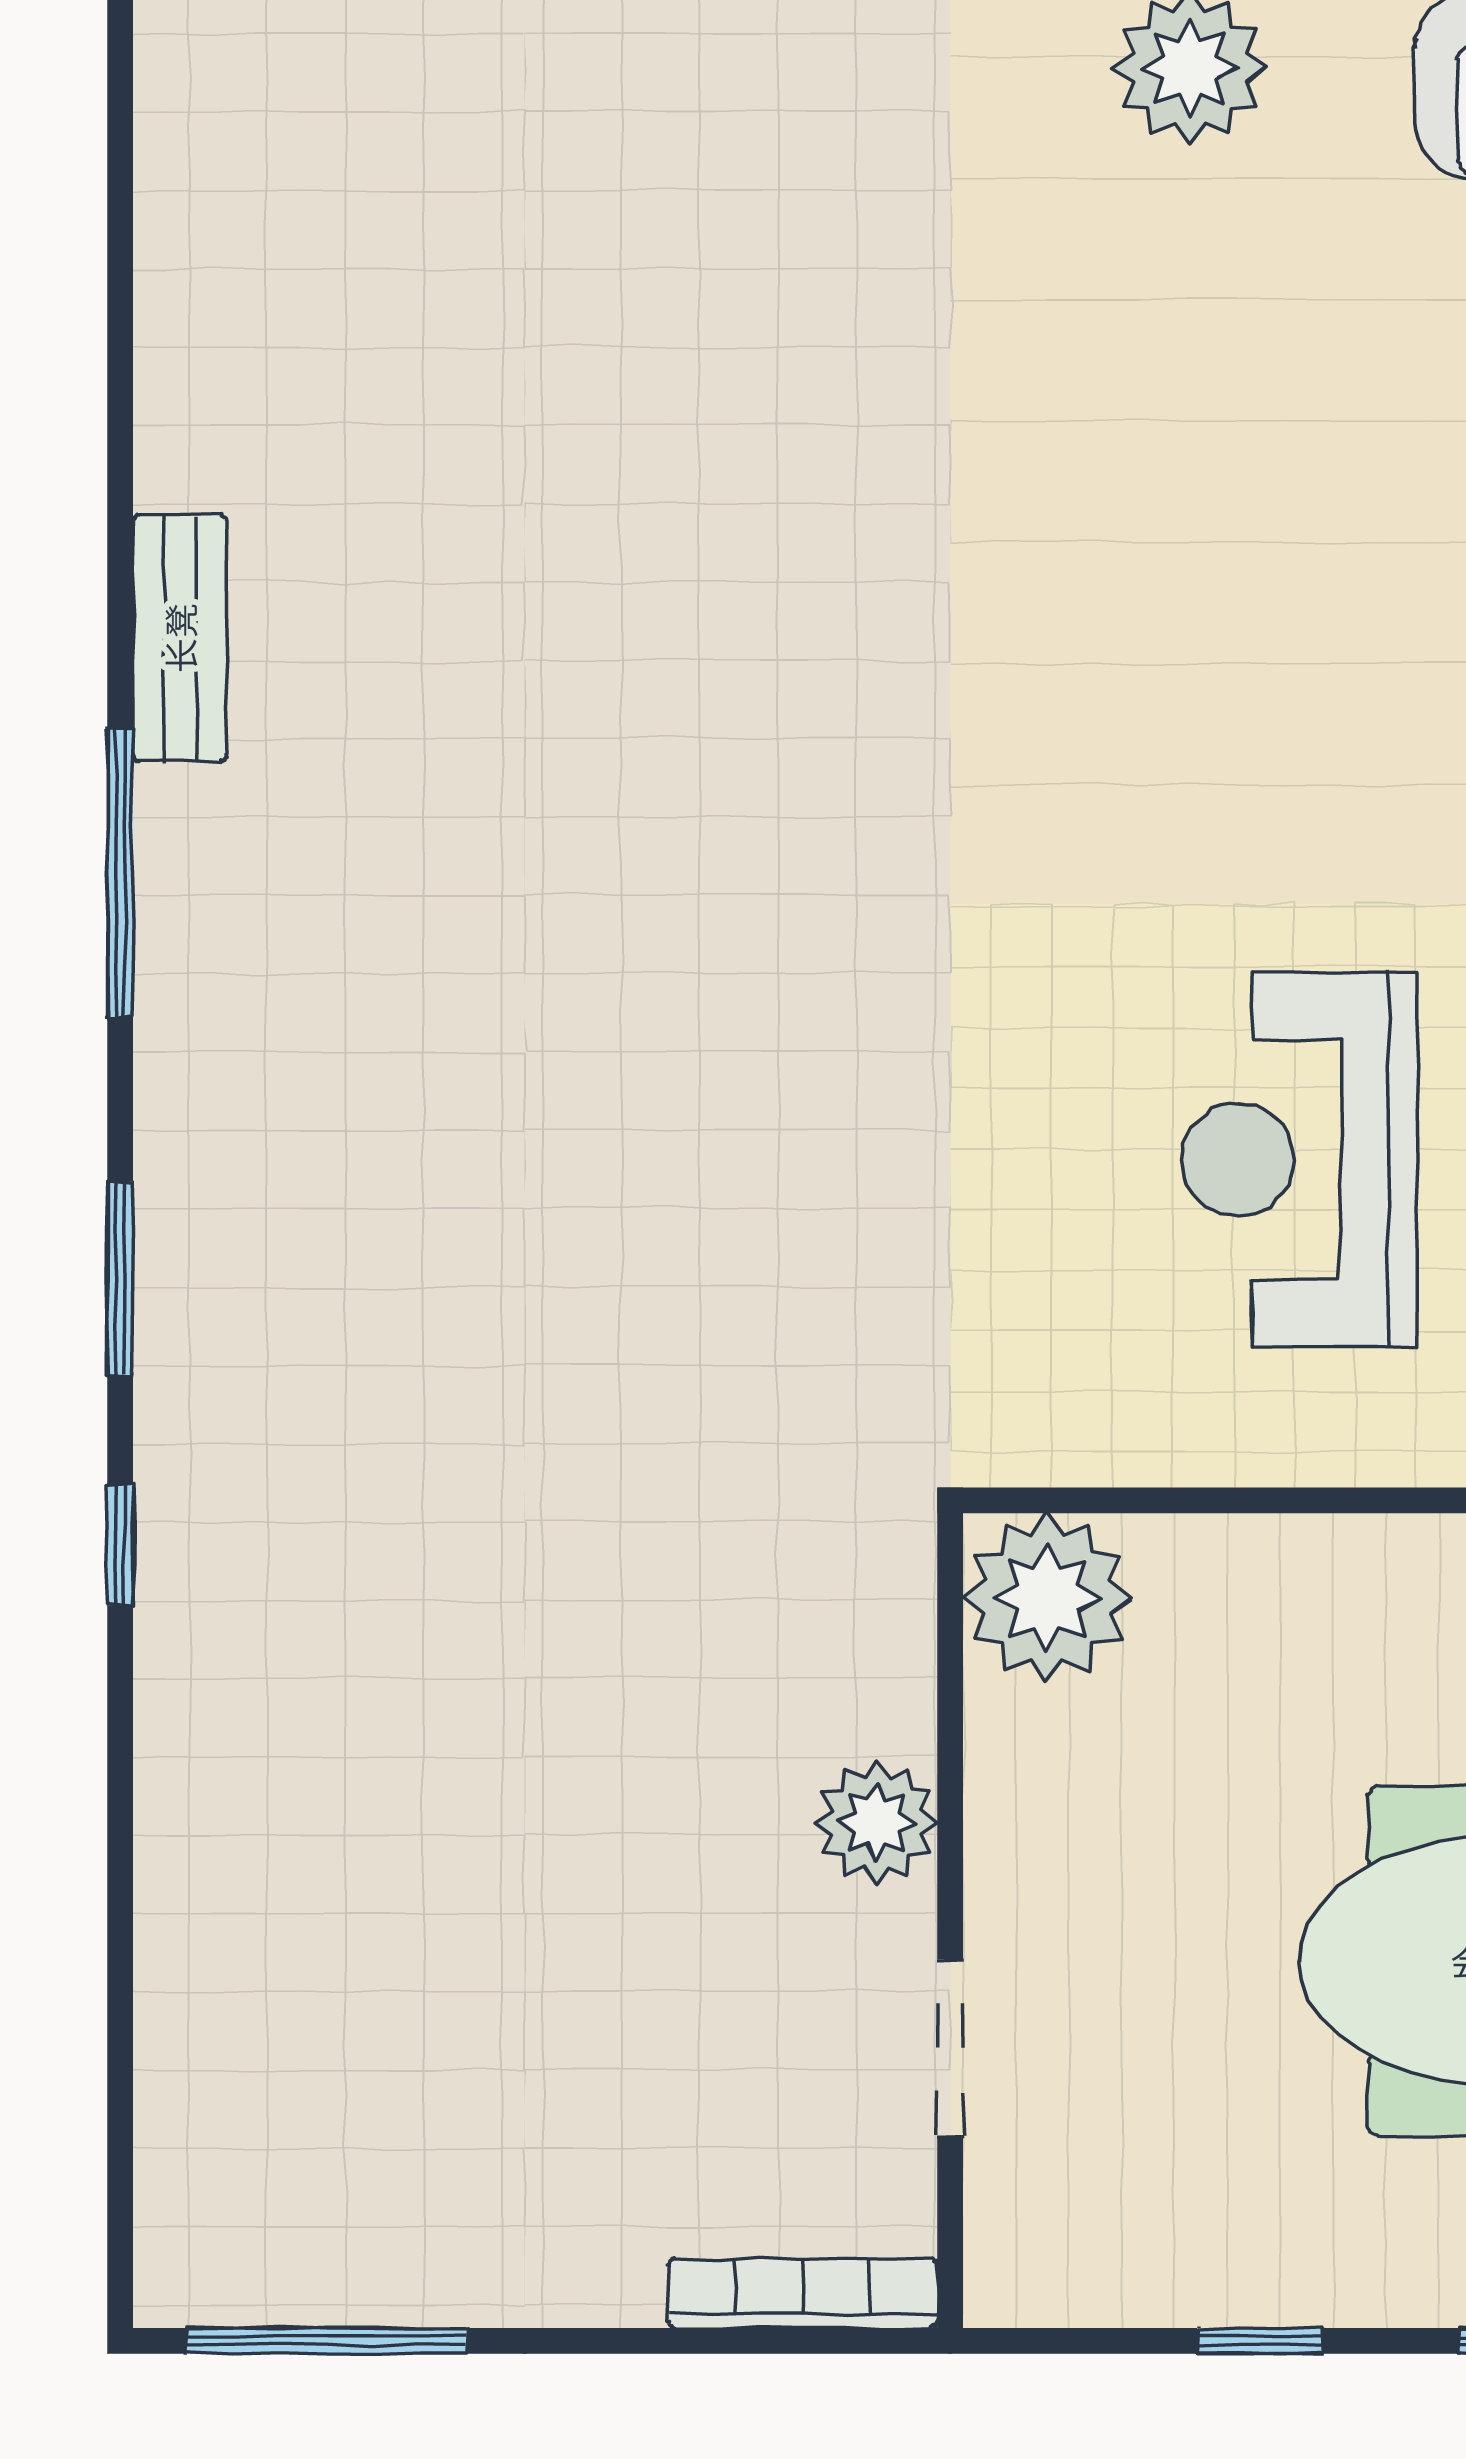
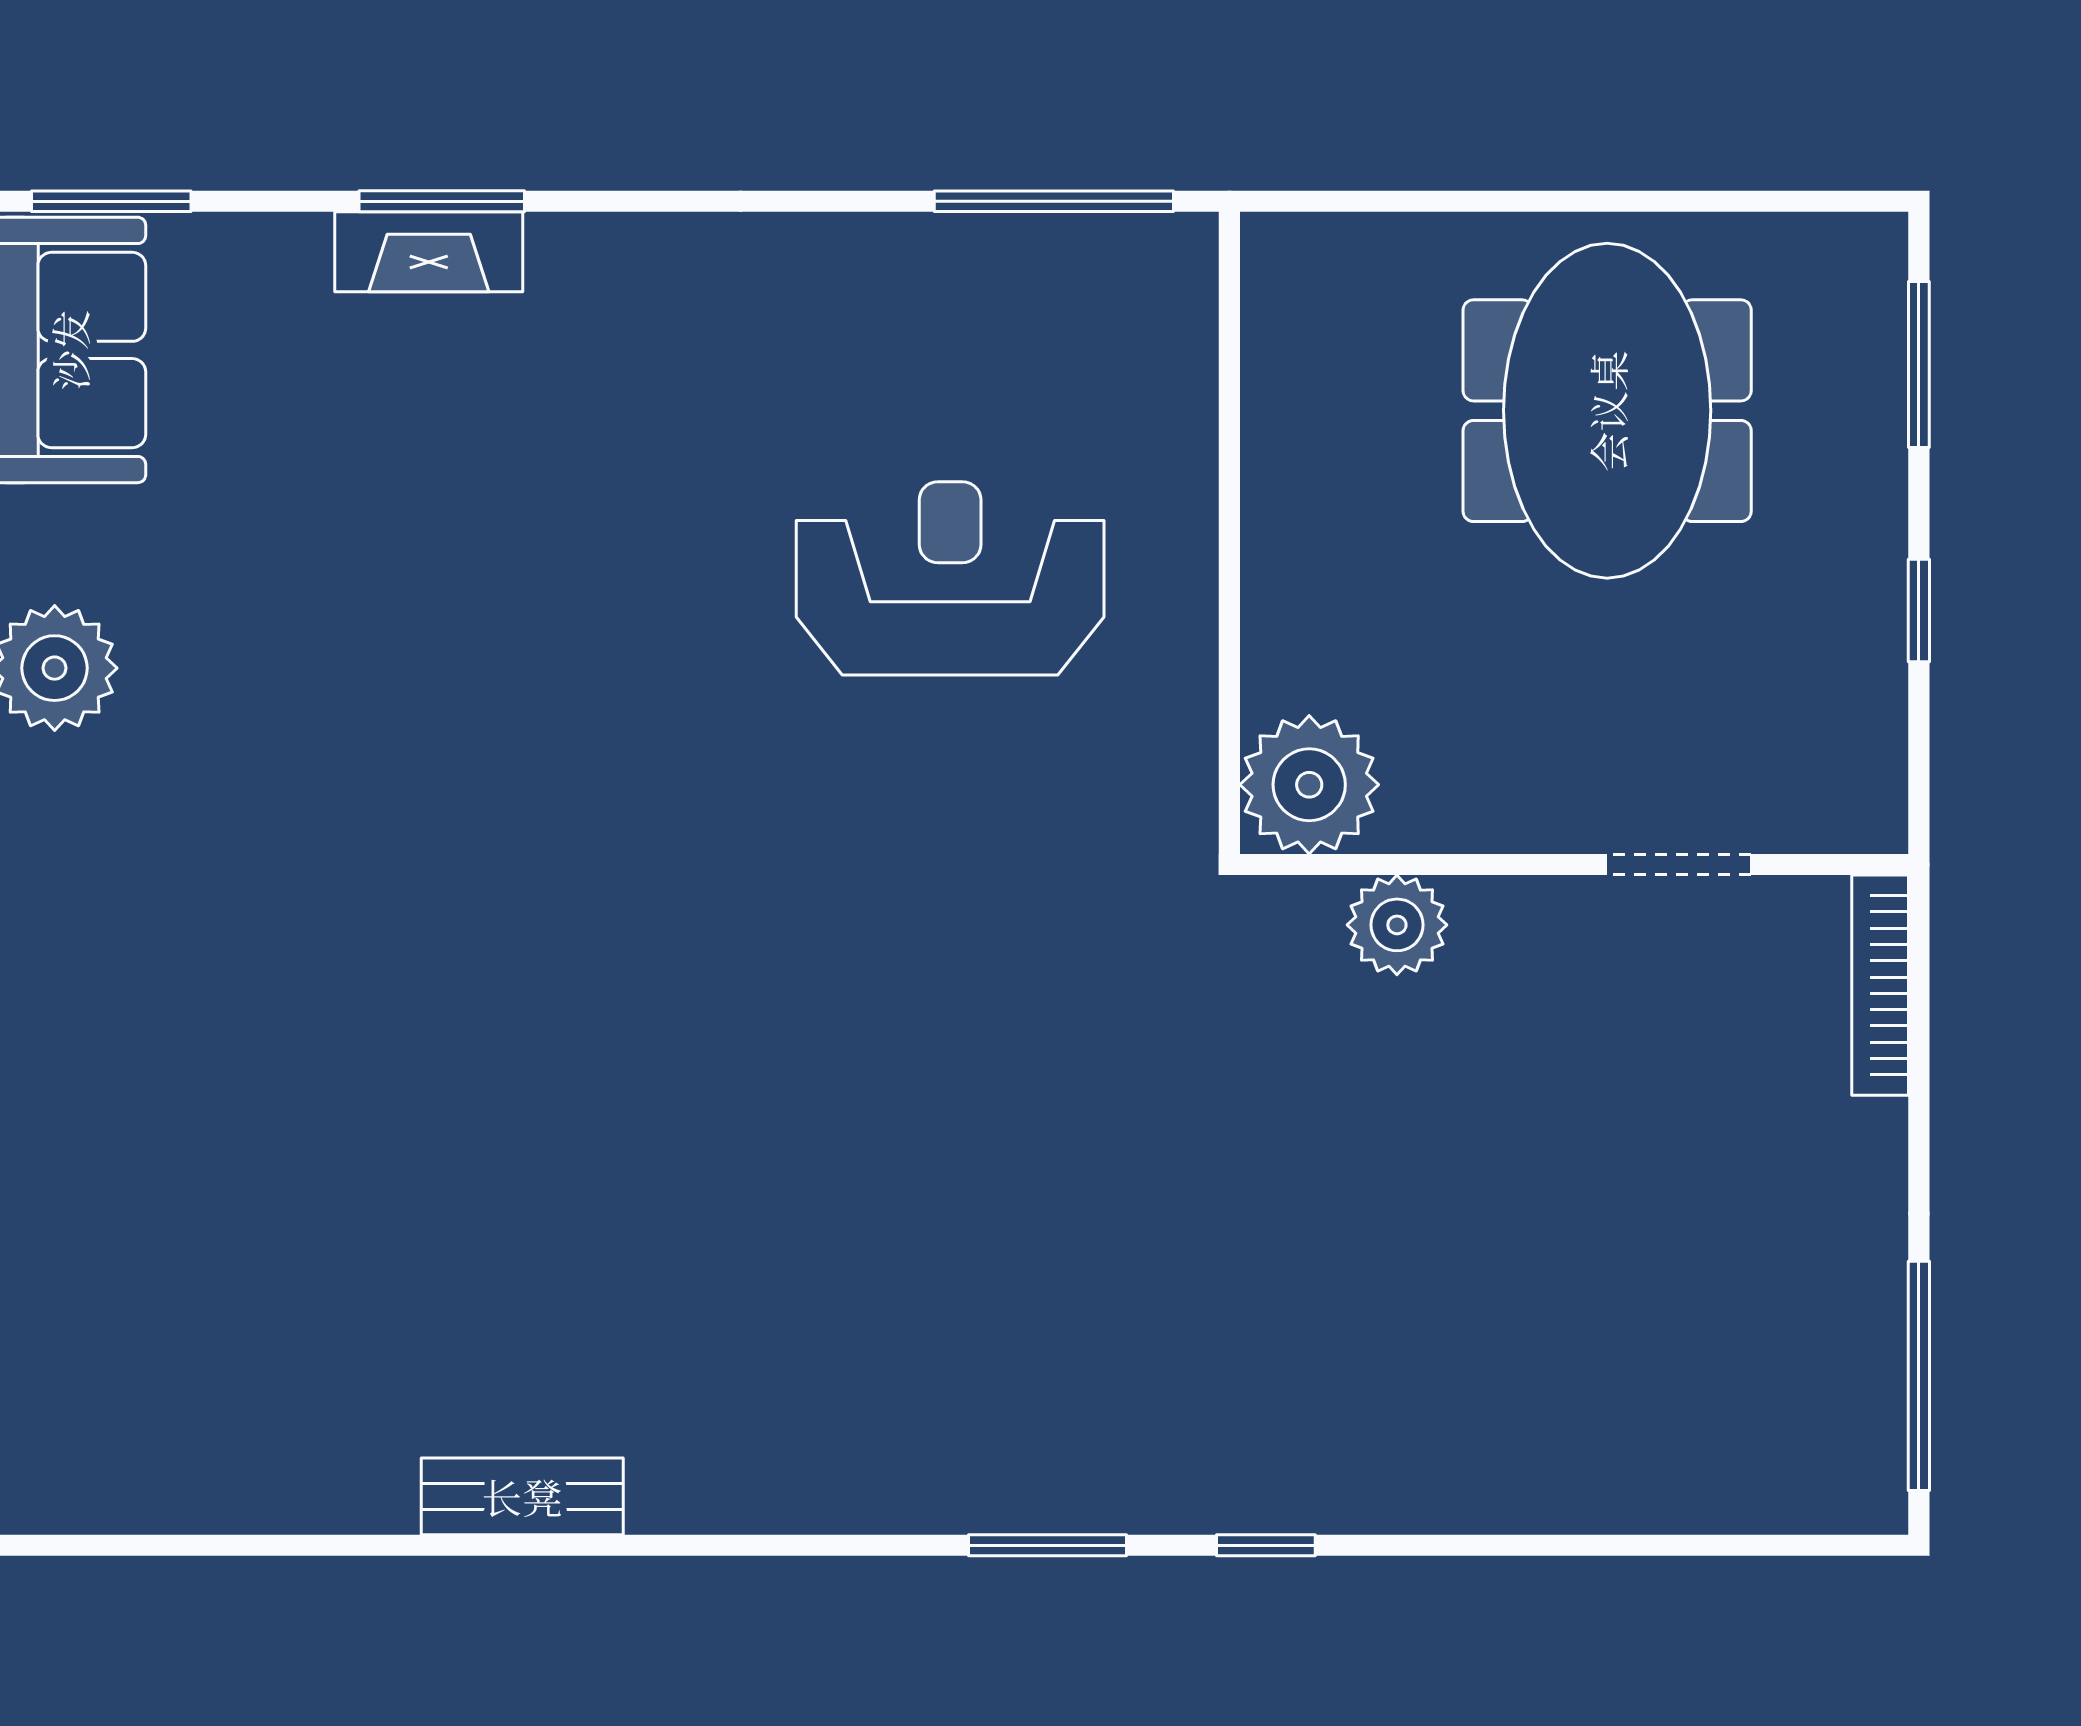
window: (120, 873) -> (715, 1545), removed
reception desk: (1299, 1160) -> (950, 578), turned 180
plant: (876, 1822) -> (1397, 925), moved

